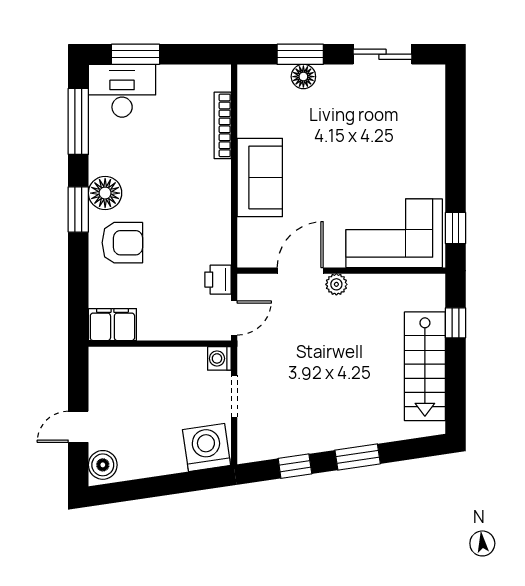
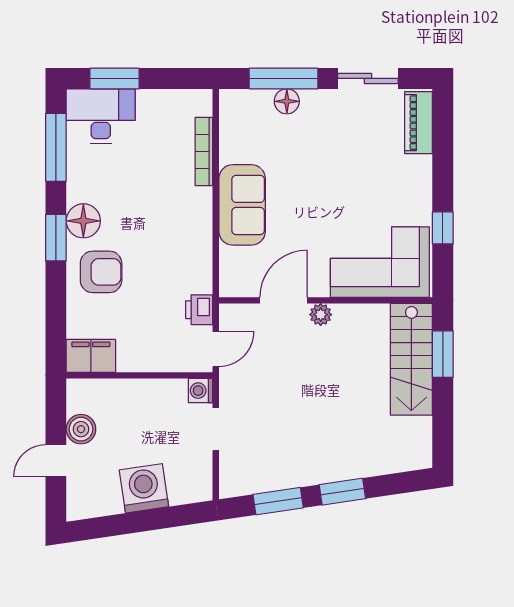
window: (300, 54) -> (284, 78), width x1.44
piano: (432, 97) -> (419, 123), added
window: (456, 228) -> (443, 228), moved
window: (456, 323) -> (443, 354), width x1.50
stairs: (425, 366) -> (411, 359), moved
washing machine: (207, 447) -> (144, 488), moved
boiler: (103, 465) -> (81, 429), moved
window: (295, 466) -> (278, 501), width x1.50

